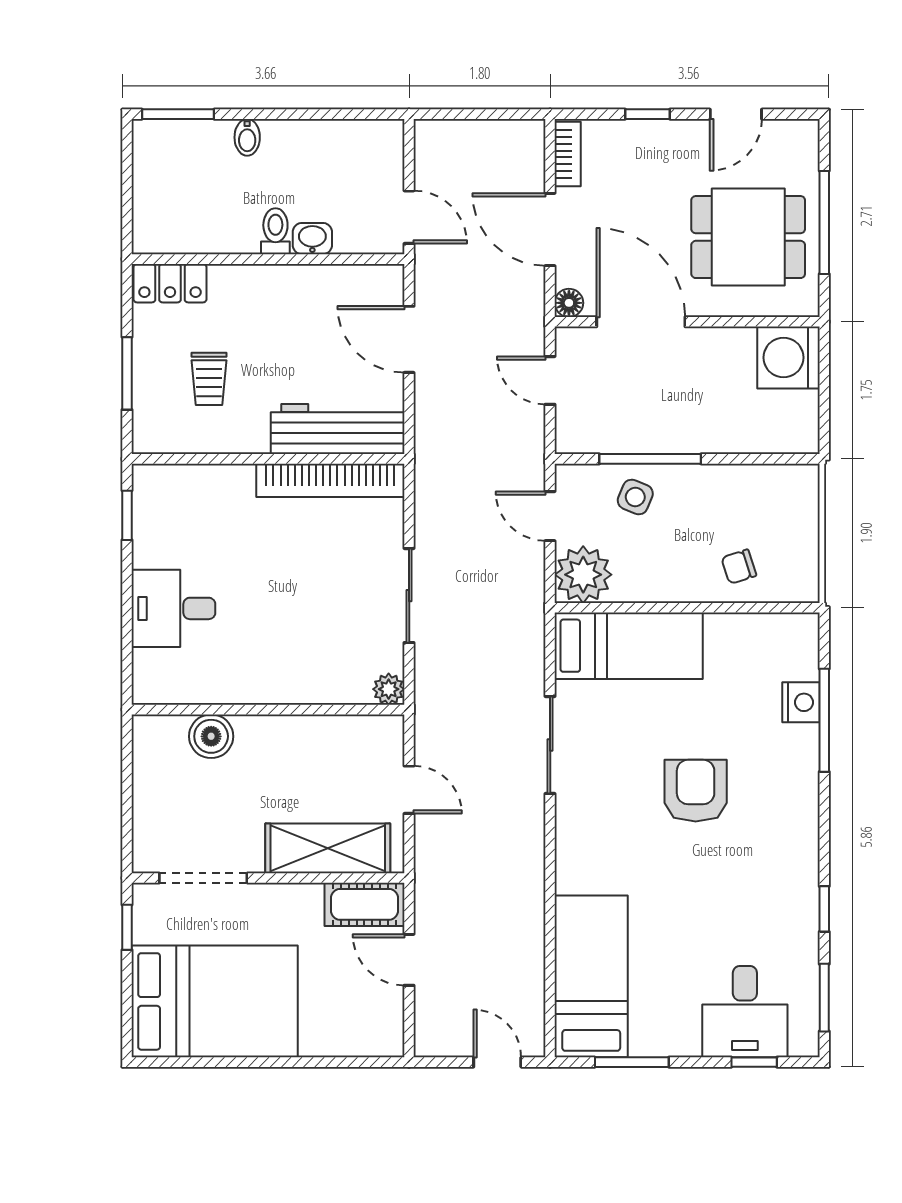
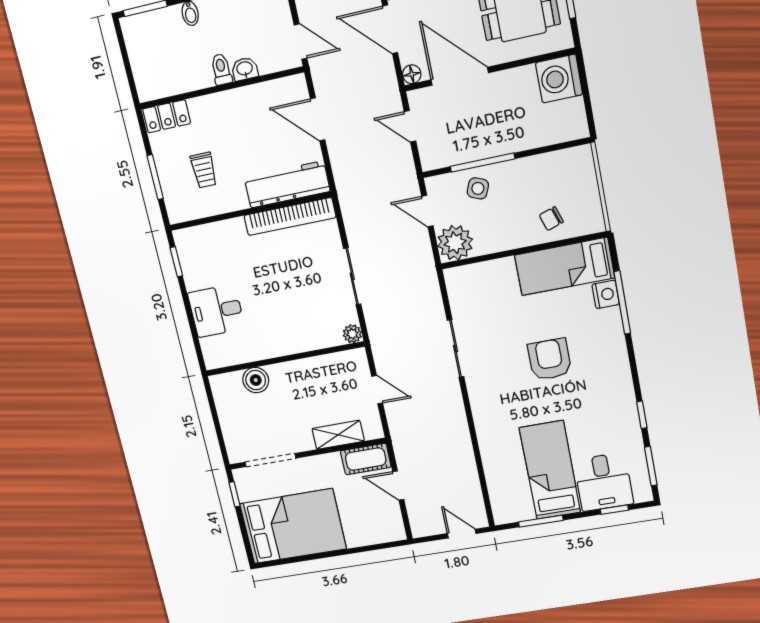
bed: (629, 646) -> (564, 266), moved, turned 180
shelving: (328, 848) -> (338, 435), width x0.67, depth x0.75
bed: (591, 976) -> (550, 470), moved

